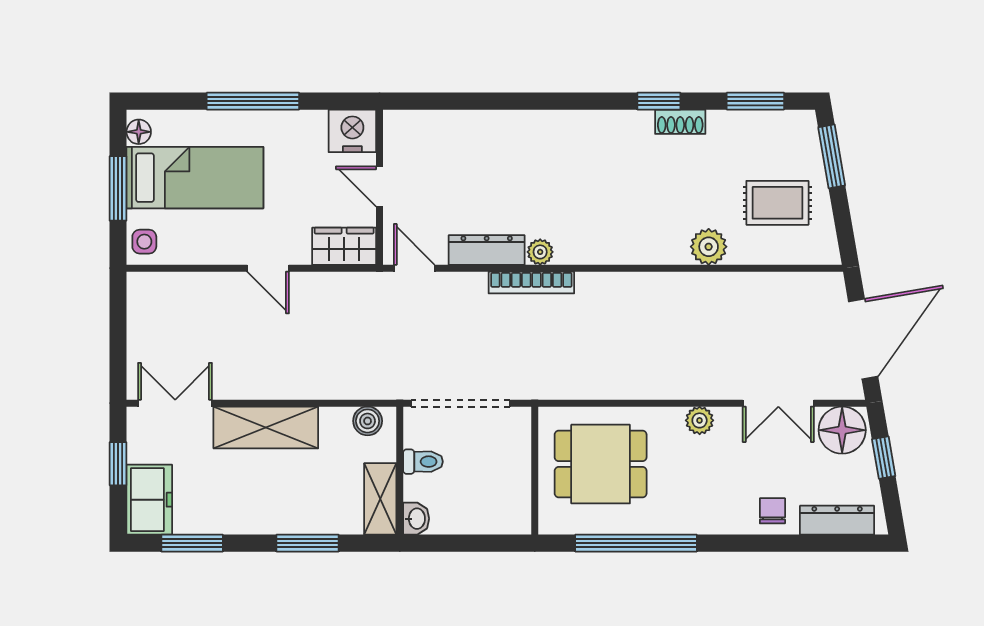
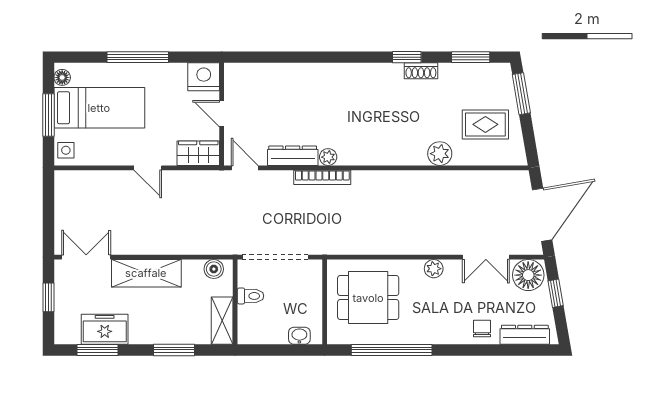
freezer: (149, 500) -> (105, 329), moved, turned -90
washbasin: (416, 519) -> (299, 336), moved, turned -90

